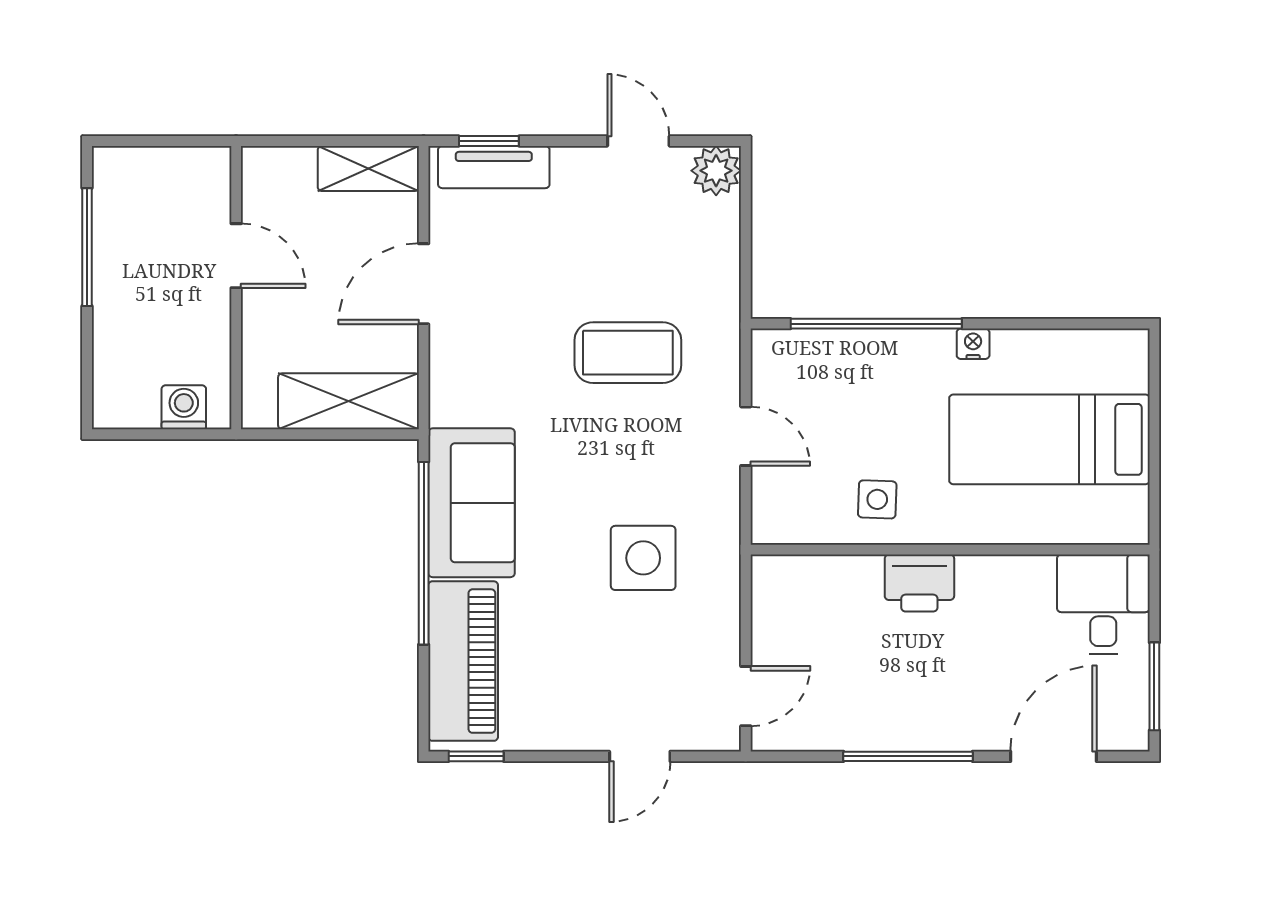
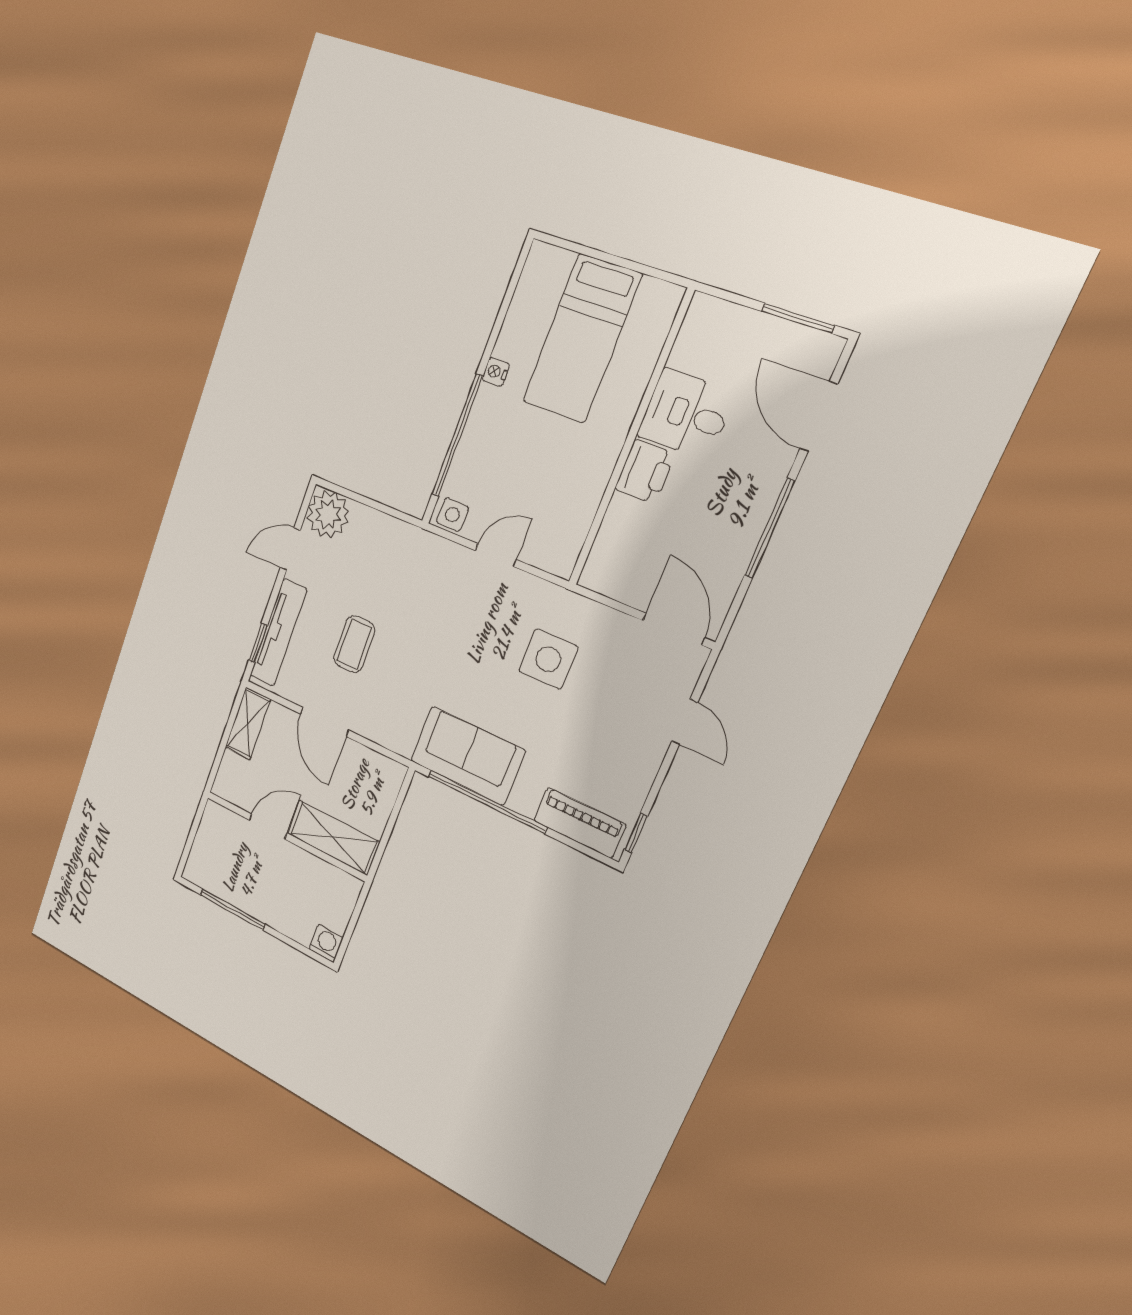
tv unit: (494, 167) -> (278, 633), width x1.41
plant: (716, 171) -> (328, 514), width x1.36, depth x1.36
coffee table: (628, 353) -> (354, 644), moved, width x0.73, depth x0.77
shelving: (348, 401) -> (333, 838), moved, turned 90
washing machine: (184, 407) -> (326, 943), moved, turned 90
side table: (877, 499) -> (452, 515), moved
desk: (1103, 604) -> (686, 414), moved
piano: (463, 661) -> (580, 823), width x0.73, depth x0.75
door: (746, 696) -> (674, 629), width x1.37

